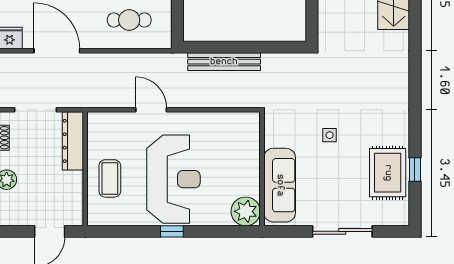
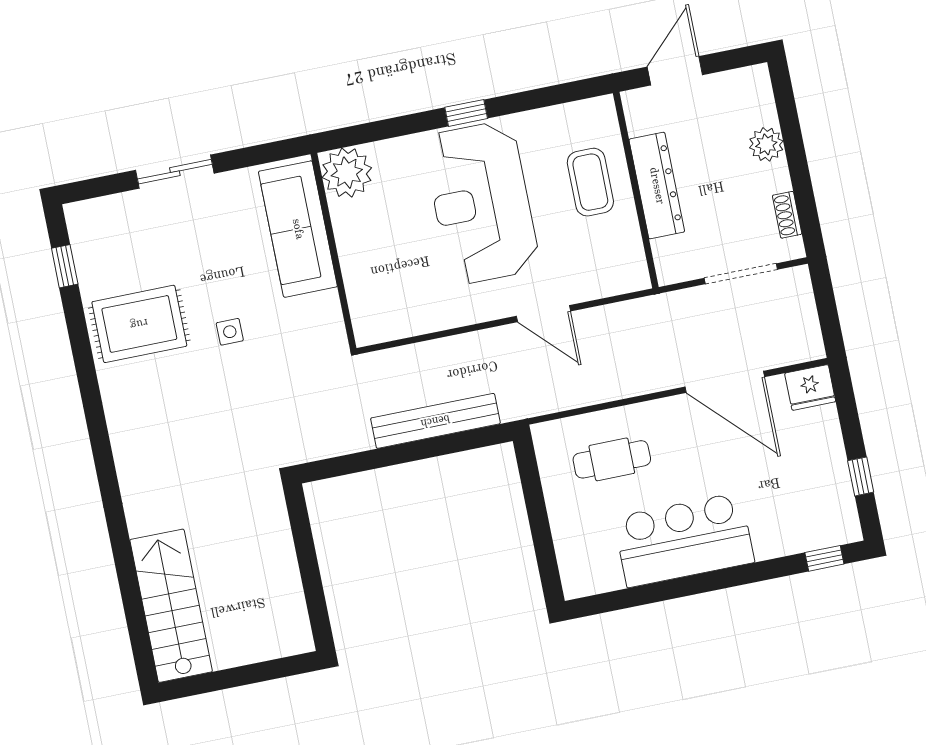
dresser: (73, 141) -> (657, 186), moved
window: (415, 170) -> (65, 266), moved
rug: (388, 173) -> (139, 324), moved, turned 90
sliding door: (342, 231) -> (175, 172), width x0.73

